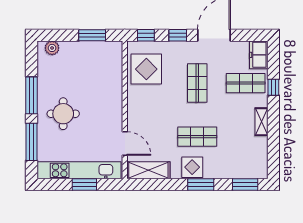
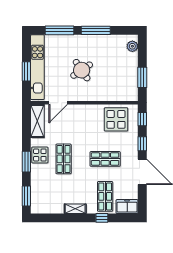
round table: (63, 114) -> (82, 70), moved, turned -34

